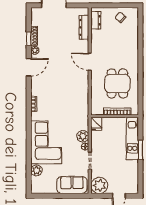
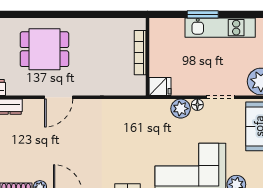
dining table: (117, 83) -> (44, 49), moved
kitchen unit: (132, 138) -> (220, 28), moved

